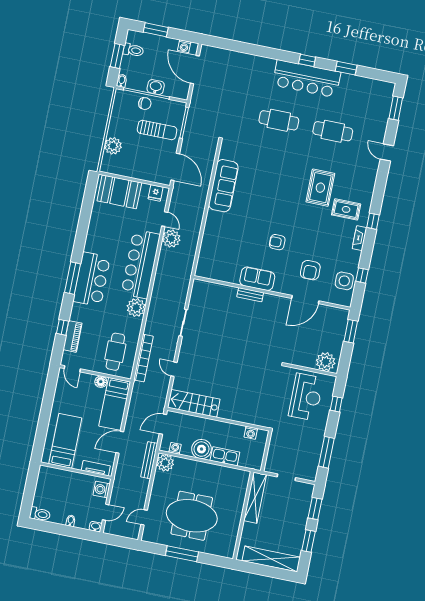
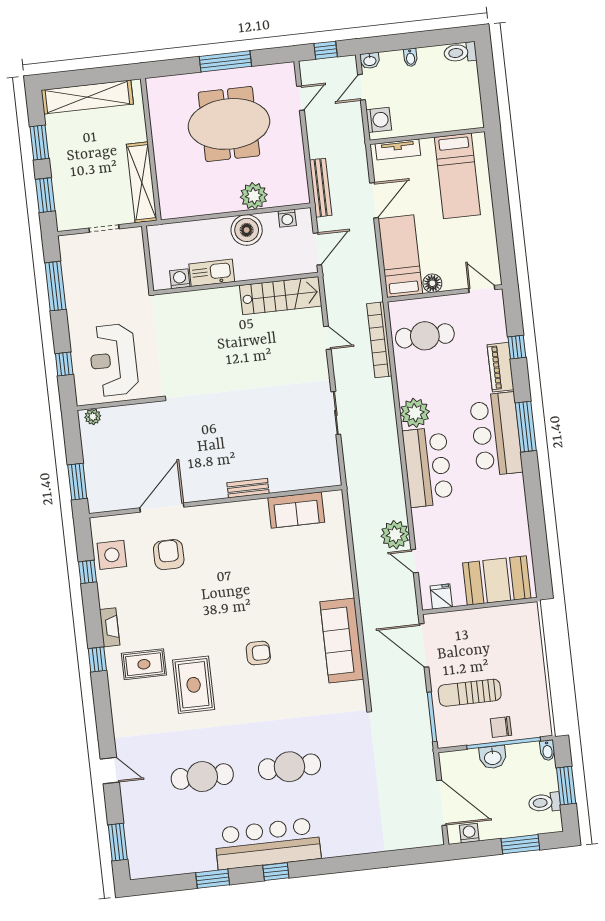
plant: (113, 146) -> (529, 647), removed
armchair: (277, 242) -> (258, 653), moved
bar counter: (141, 264) -> (428, 467), width x0.73
sofa: (257, 279) -> (296, 510), moved
piano: (73, 336) -> (501, 367), moved
cafe table: (115, 352) -> (425, 336), turned 90
plant: (326, 362) -> (93, 417), width x0.53, depth x0.53
kitchen sink: (225, 456) -> (212, 273), moved, turned 180
plant: (165, 463) -> (254, 196), moved
window: (120, 541) -> (326, 50), added

